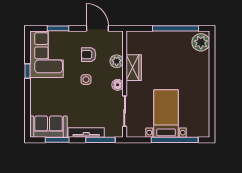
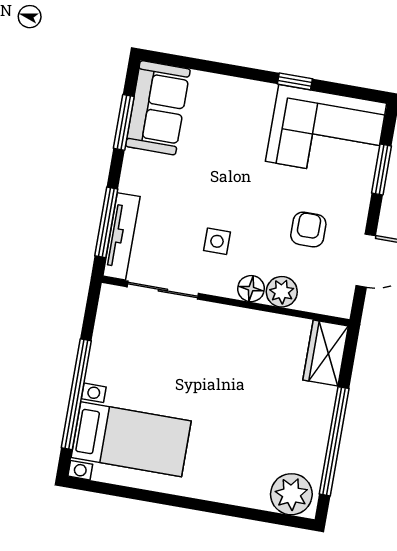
wardrobe: (134, 68) -> (326, 353), moved, turned 90
side table: (86, 80) -> (217, 241), moved
floor lamp: (118, 85) -> (251, 289), moved
bed with nightstands: (166, 114) -> (131, 439), moved
tv unit: (86, 133) -> (121, 236), moved

